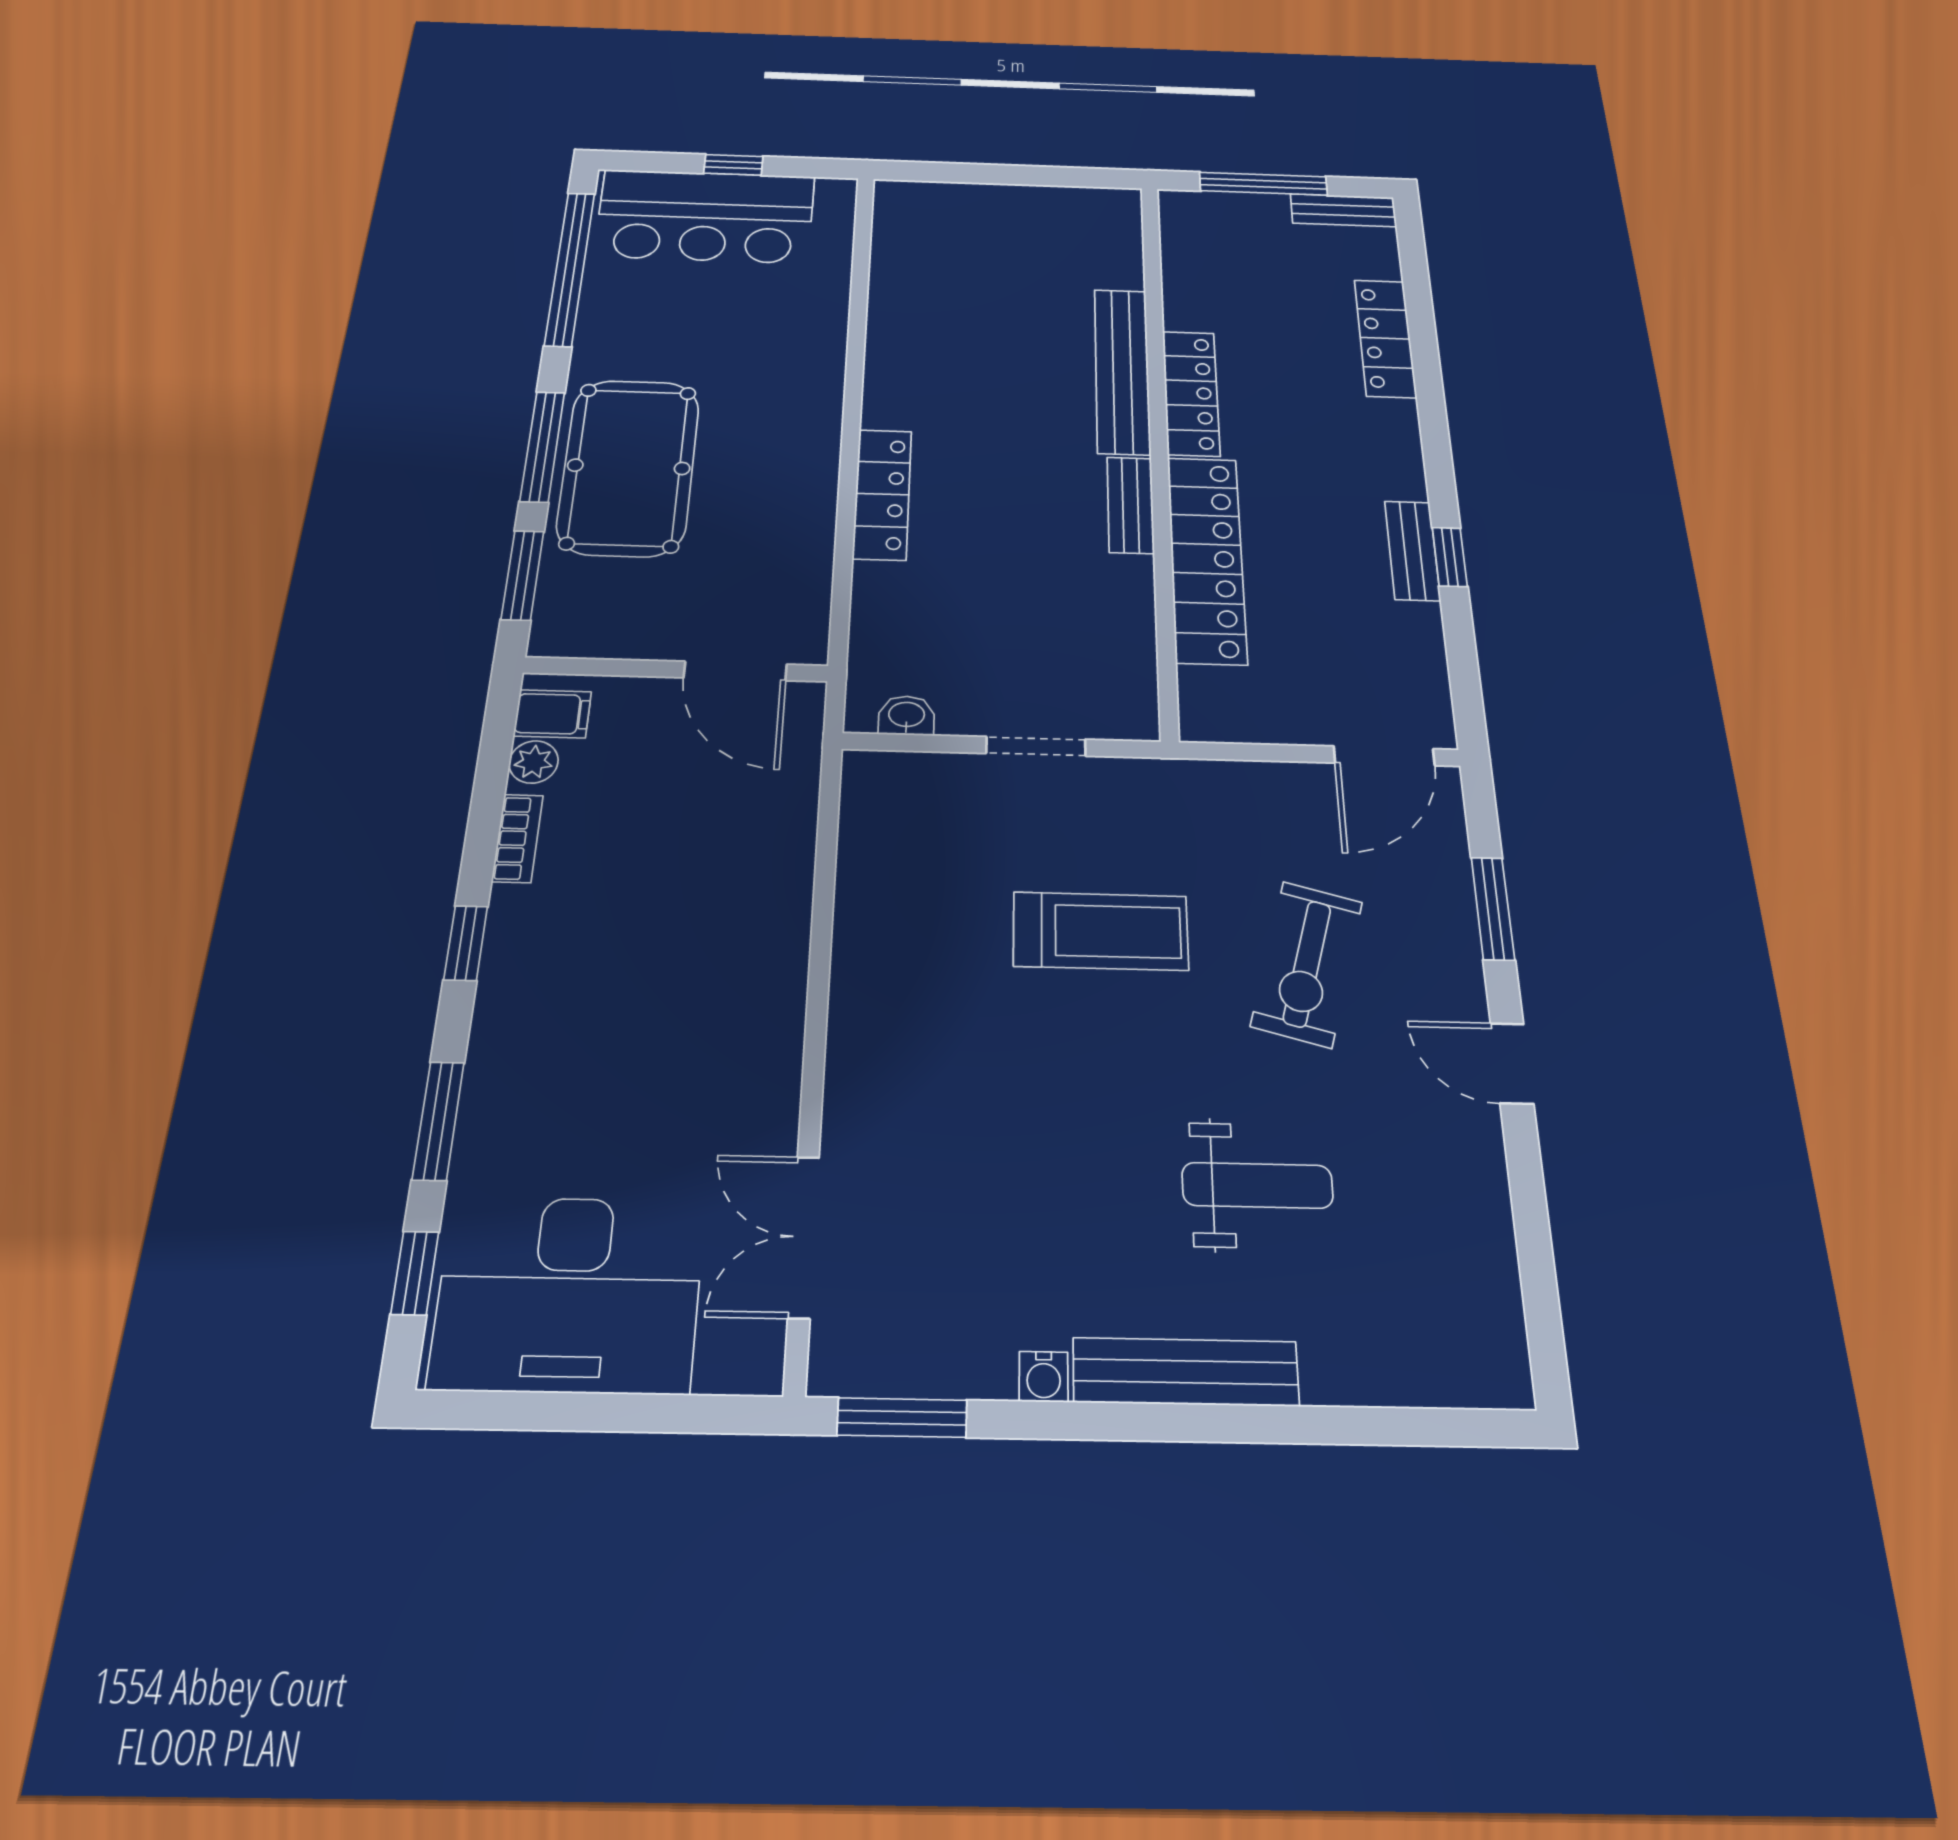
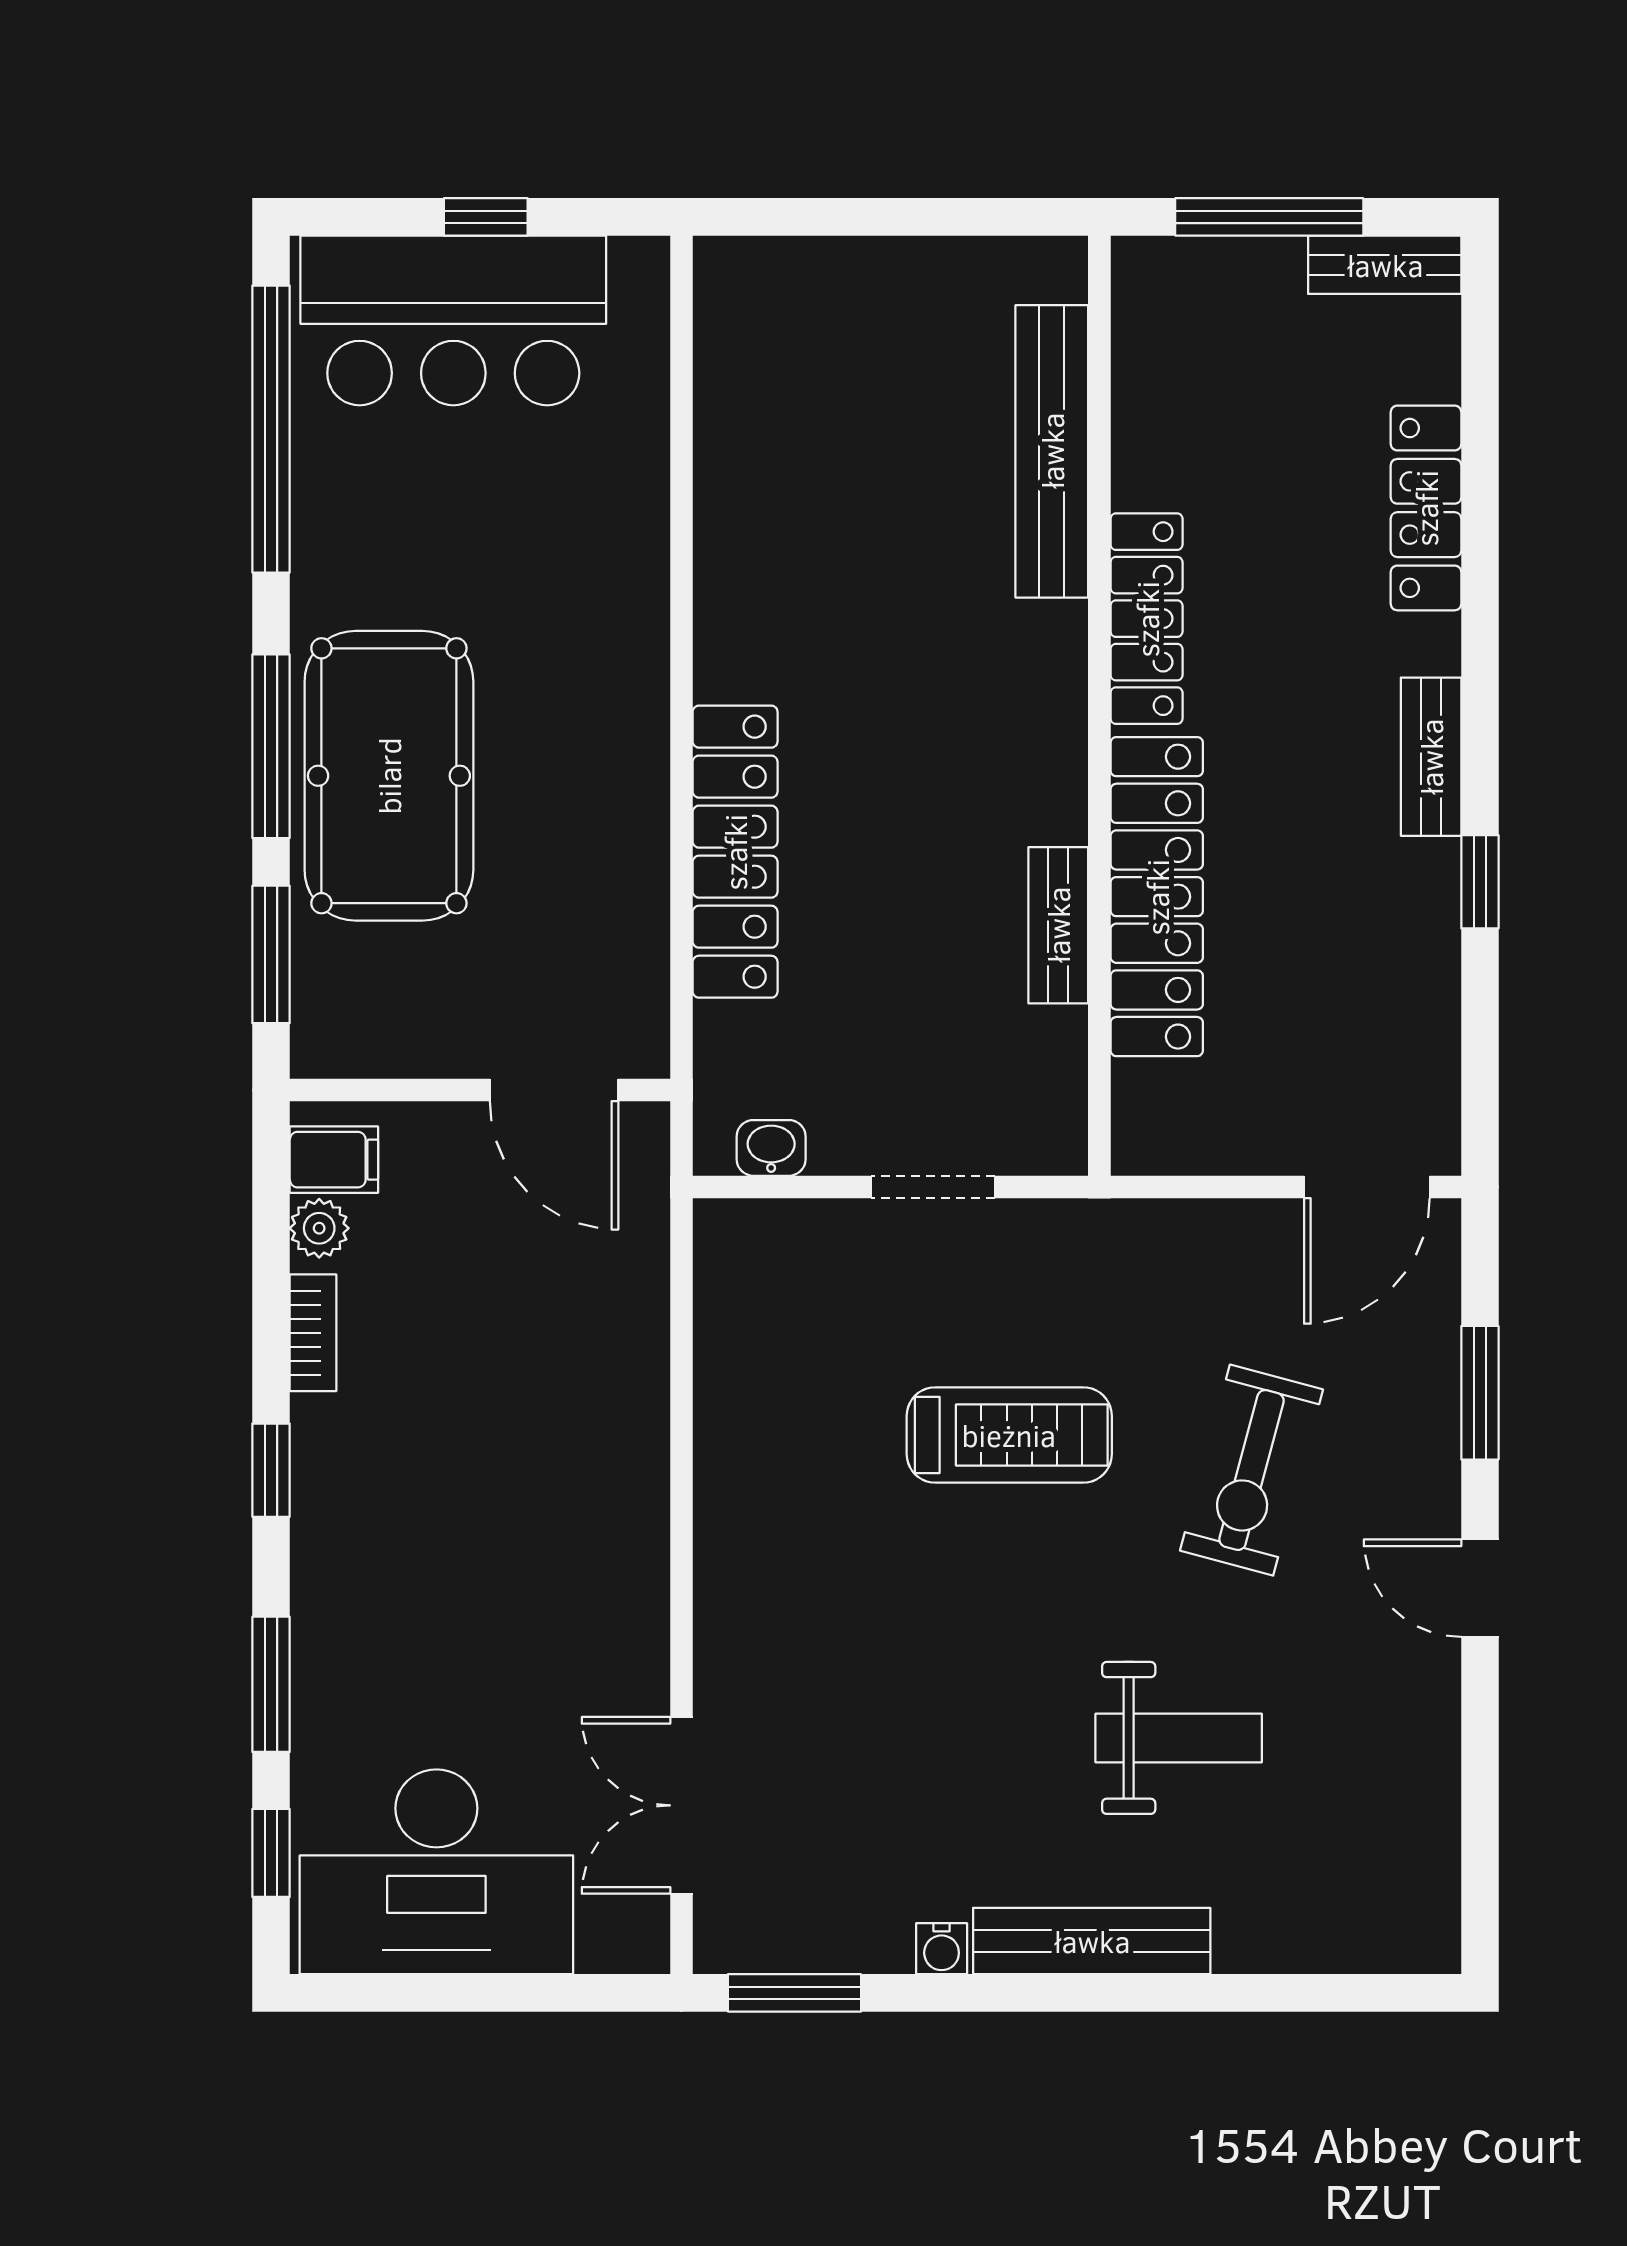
bench: (1122, 371) -> (1052, 451), moved
locker: (882, 494) -> (735, 852), width x1.41, depth x1.21
bench: (1130, 505) -> (1058, 925), moved
bench: (1412, 551) -> (1431, 757), moved

